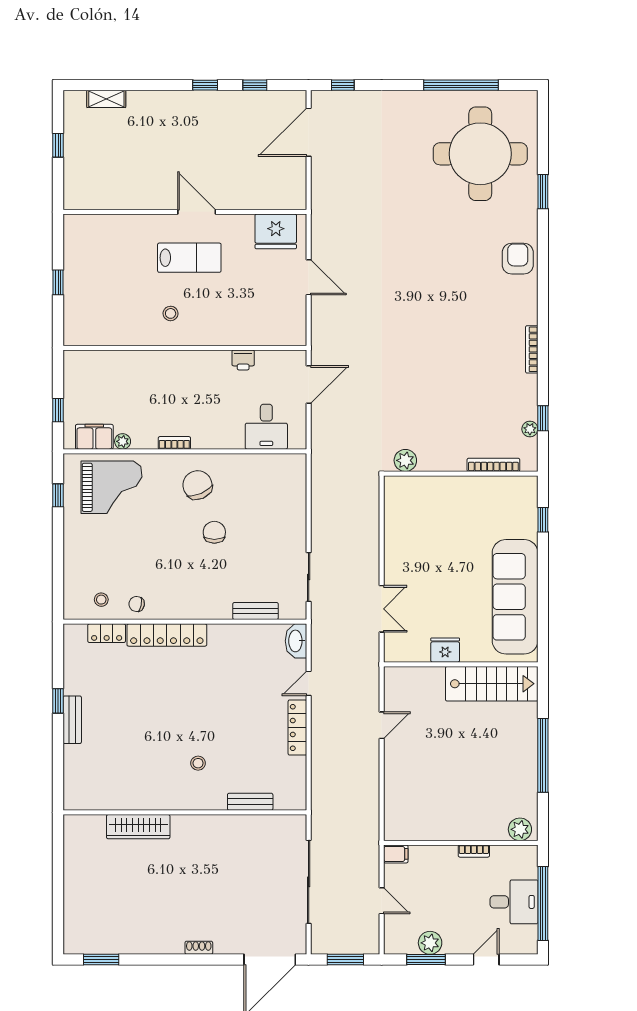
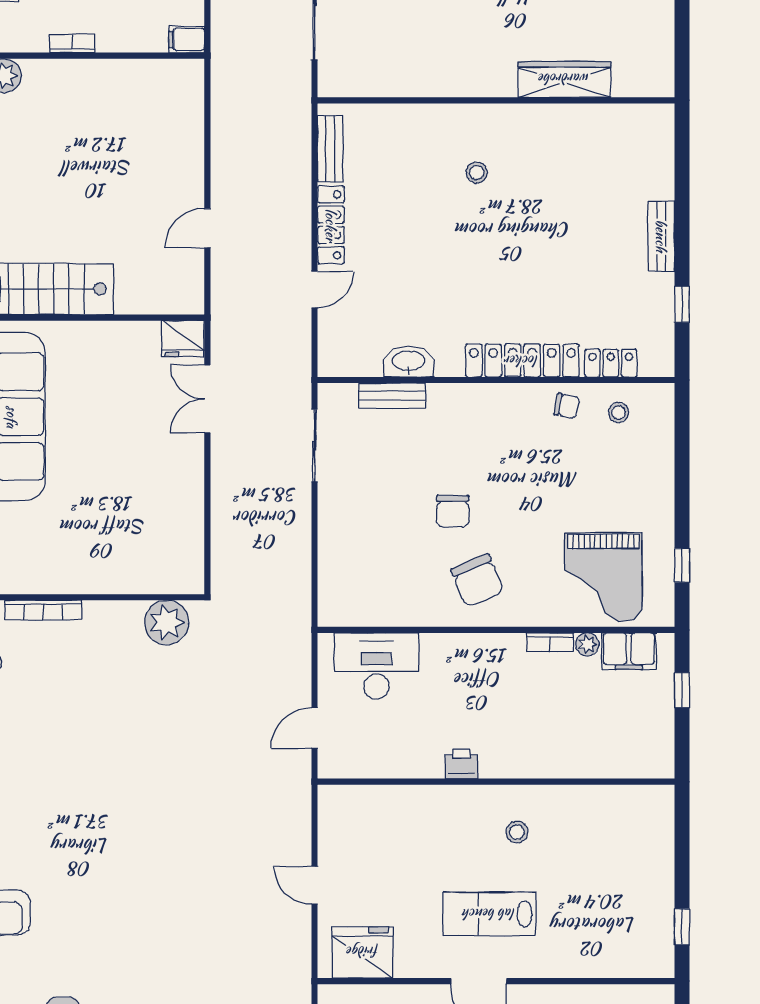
door: (309, 277) -> (315, 885), width x0.73
window: (58, 282) -> (682, 927), moved
printer: (243, 360) -> (461, 764), moved
door: (309, 384) -> (315, 728), width x0.73
desk: (266, 427) -> (376, 666), width x1.37
bookcase: (174, 443) -> (550, 642), moved
plant: (405, 460) -> (167, 622), width x1.36, depth x1.36
grand piano: (112, 487) -> (604, 577), turned -90
washbasin: (296, 641) -> (408, 362), moved, turned -90
fridge: (445, 650) -> (183, 338), moved
window: (58, 701) -> (682, 304), moved
bench: (250, 802) -> (330, 149), moved, turned 90

